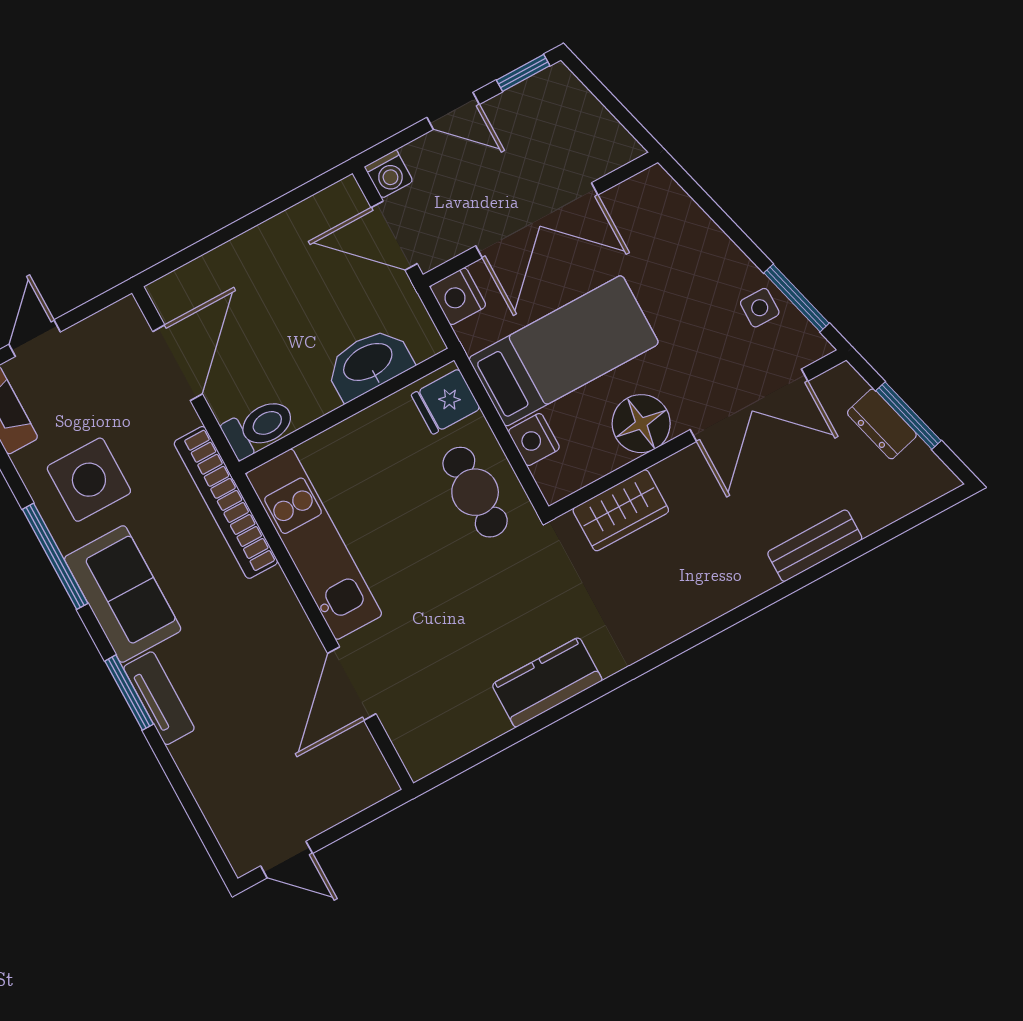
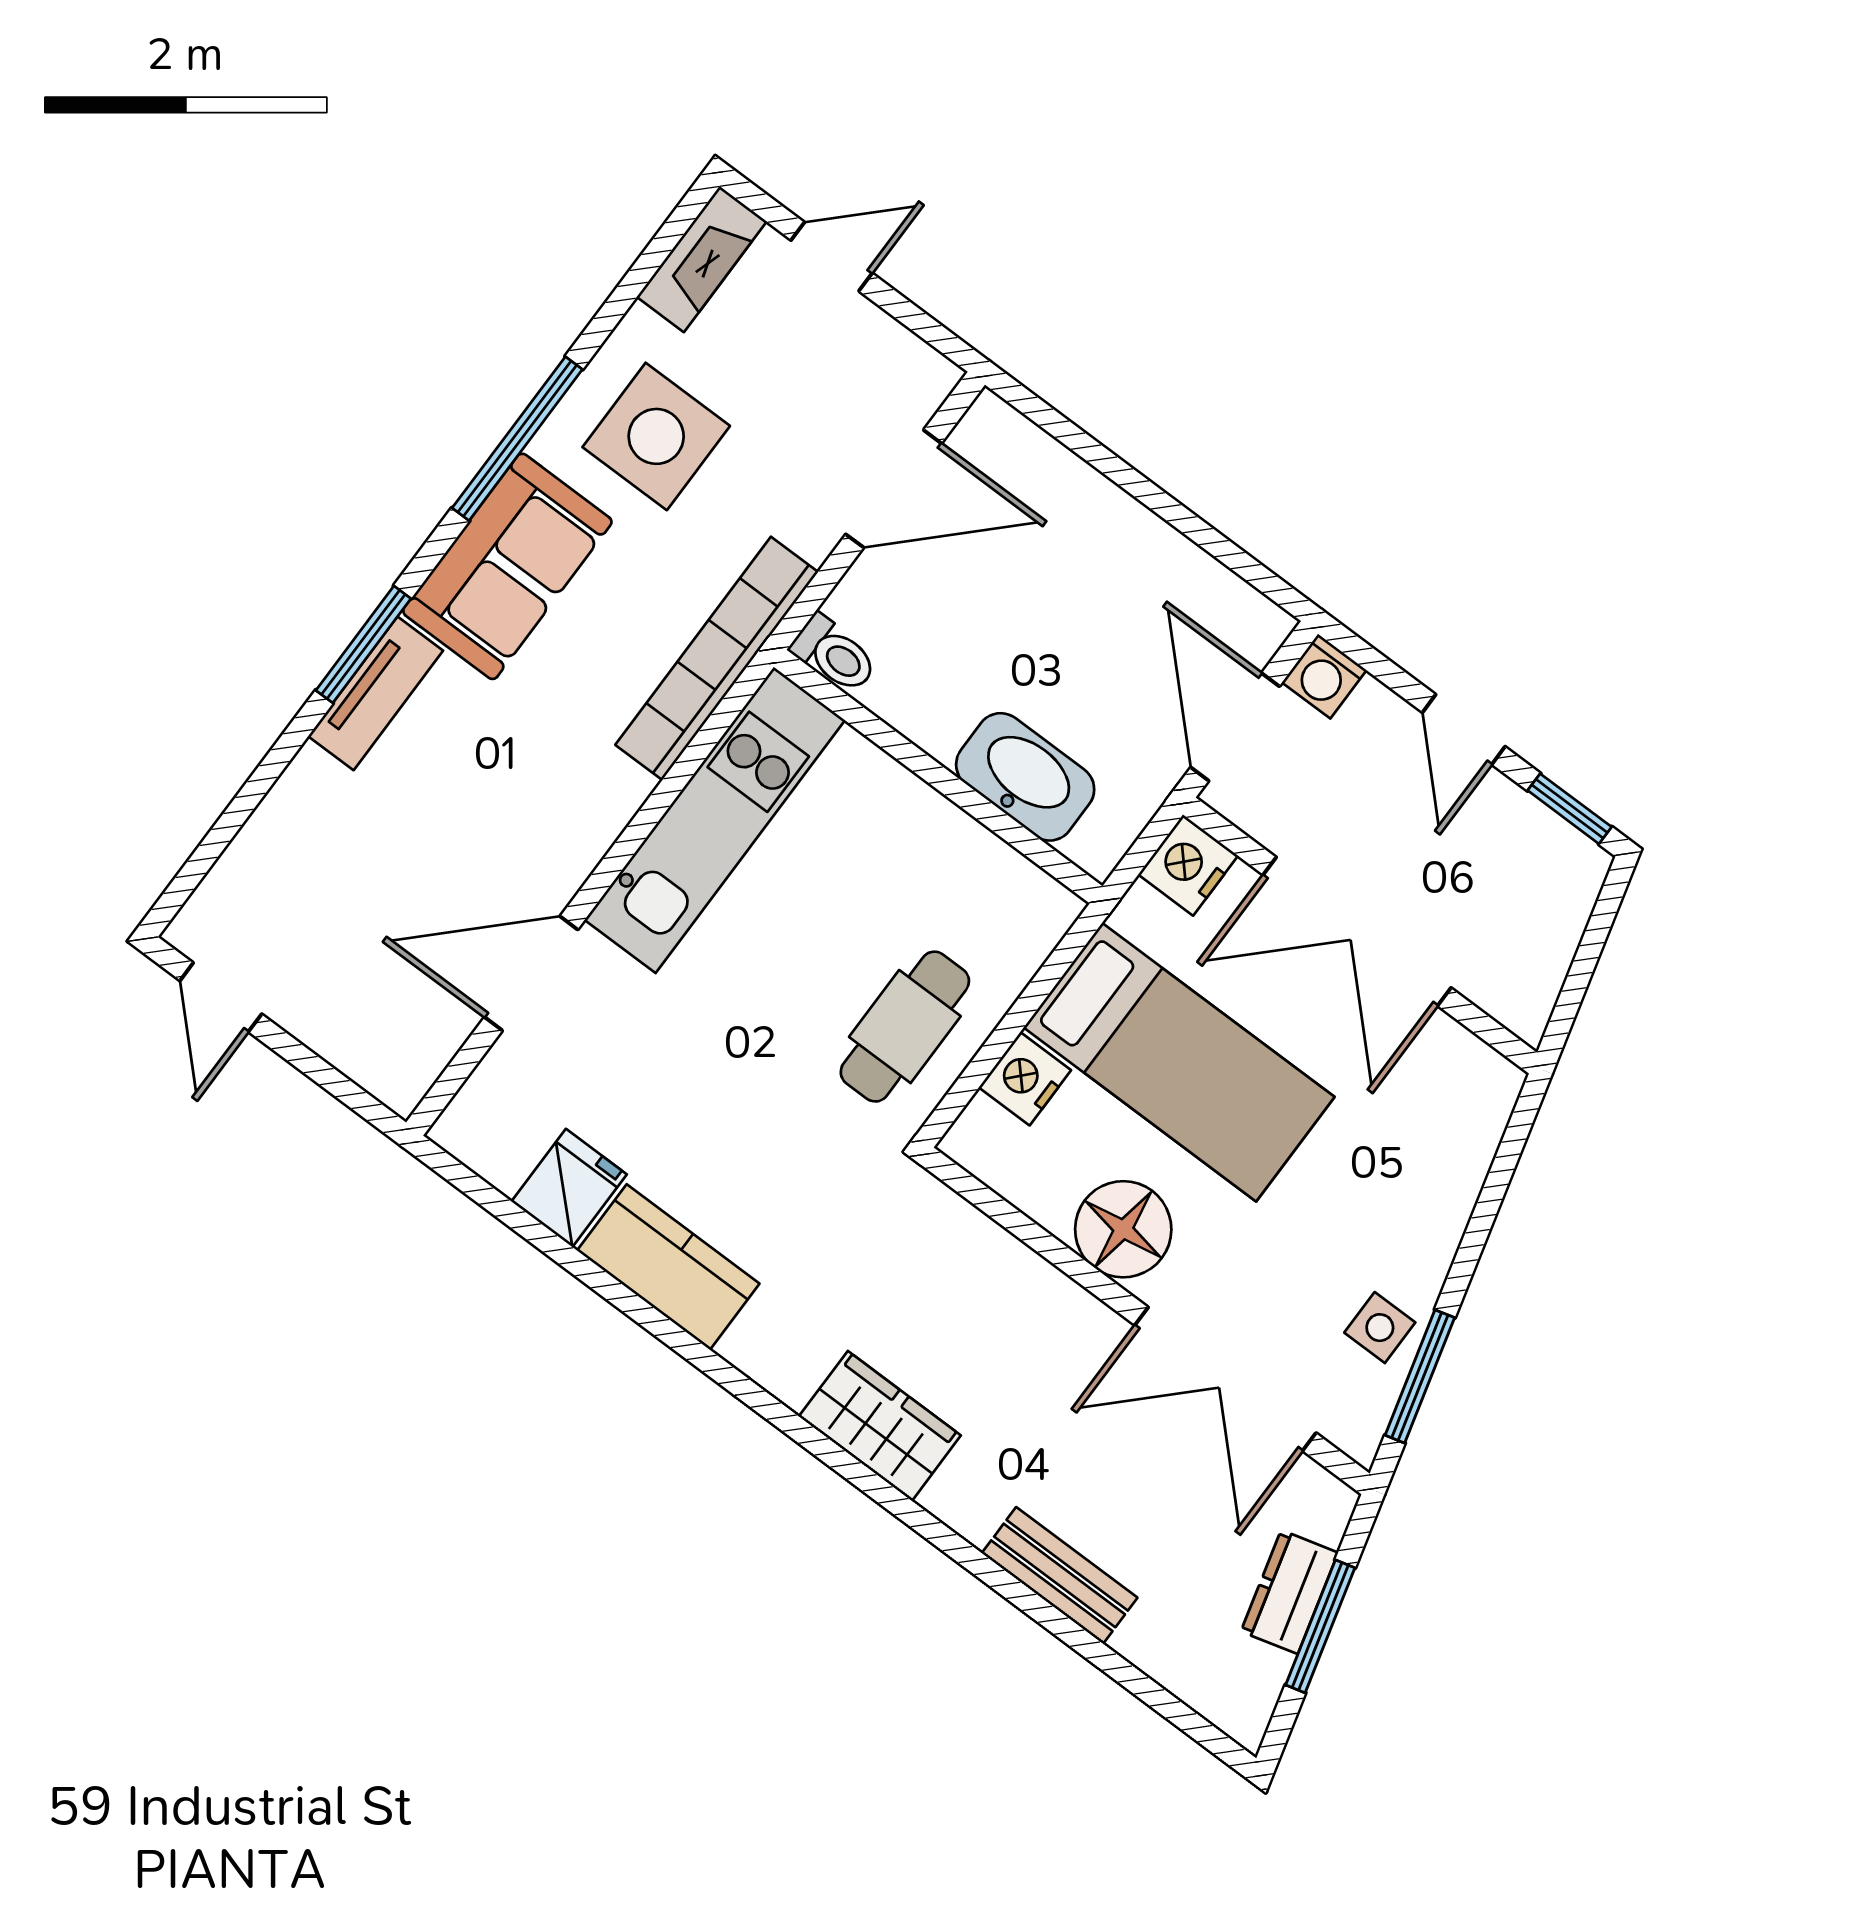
fridge: (446, 402) -> (569, 1188), moved, turned 90
toilet: (259, 428) -> (834, 654), width x0.73, depth x0.72
wardrobe: (621, 510) -> (880, 1426), moved, turned 180

